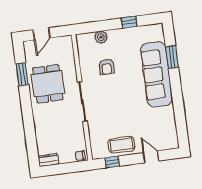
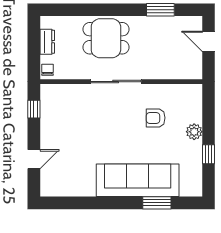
plant: (101, 37) -> (194, 132), moved
dining table: (48, 84) -> (106, 38), moved
coffee table: (121, 145) -> (54, 124), removed
dresser: (48, 160) -> (47, 42), moved

